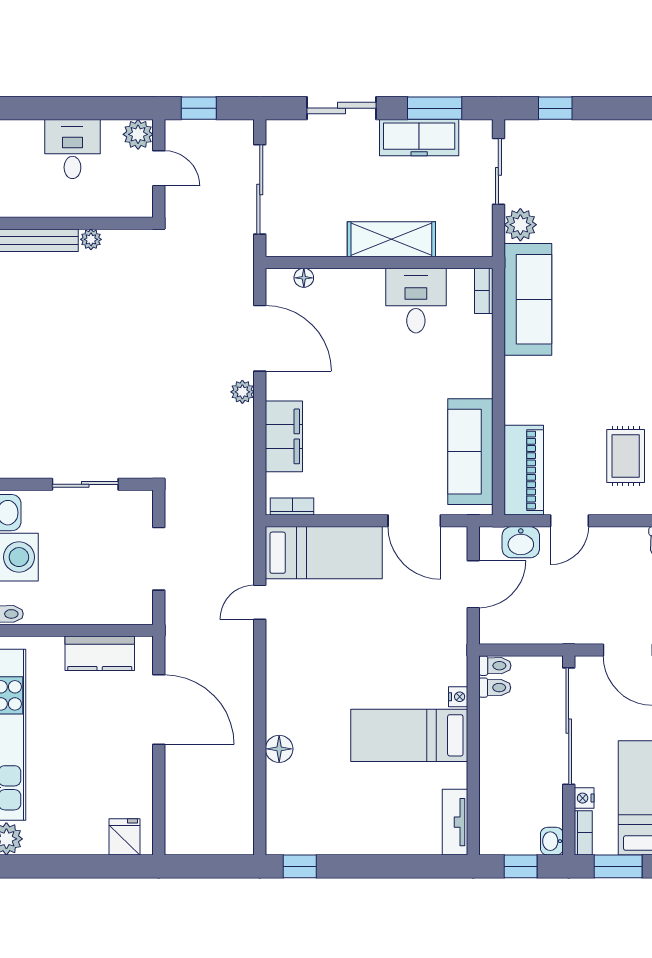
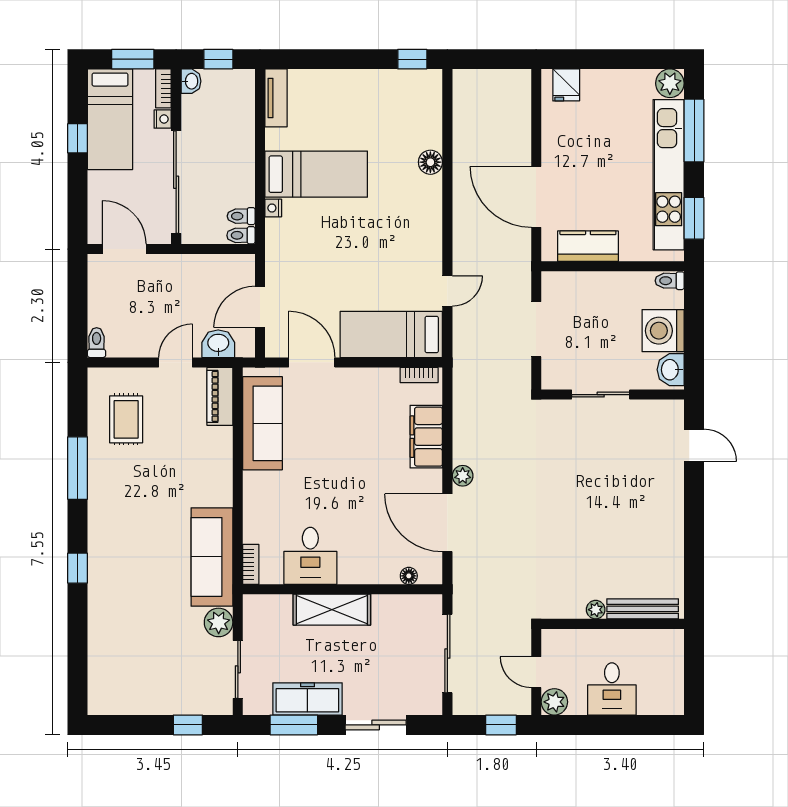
piano: (524, 470) -> (220, 396), width x0.73, depth x0.75

